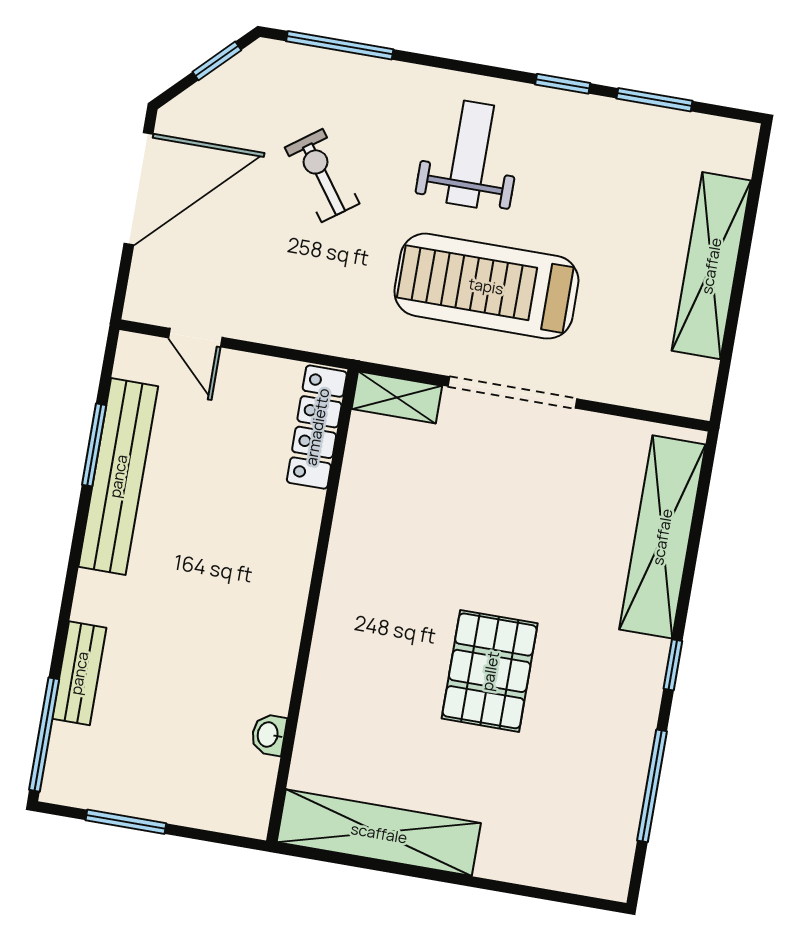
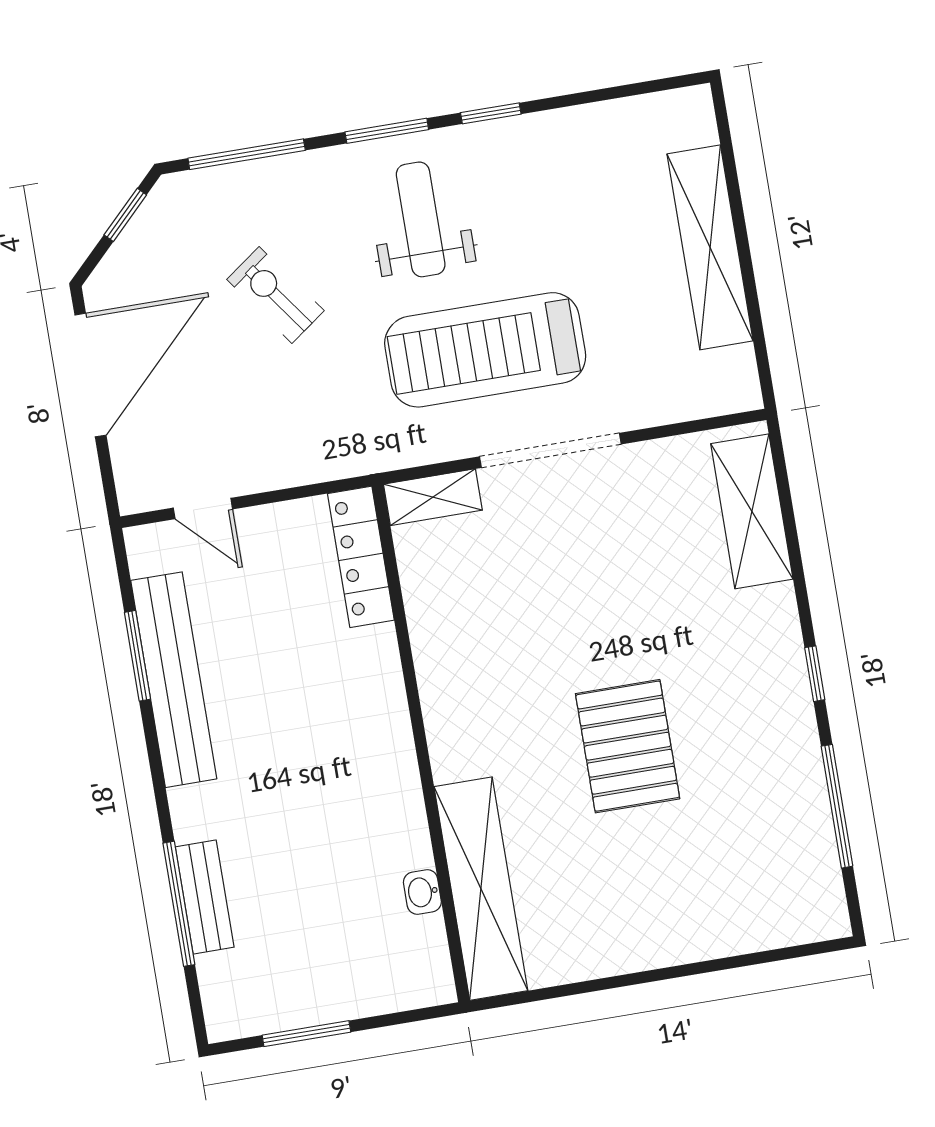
window: (654, 100) -> (387, 131), moved
shelving: (662, 537) -> (752, 511), width x0.68
window: (44, 735) -> (179, 904), moved
shelving: (379, 833) -> (481, 889), moved, turned 90

